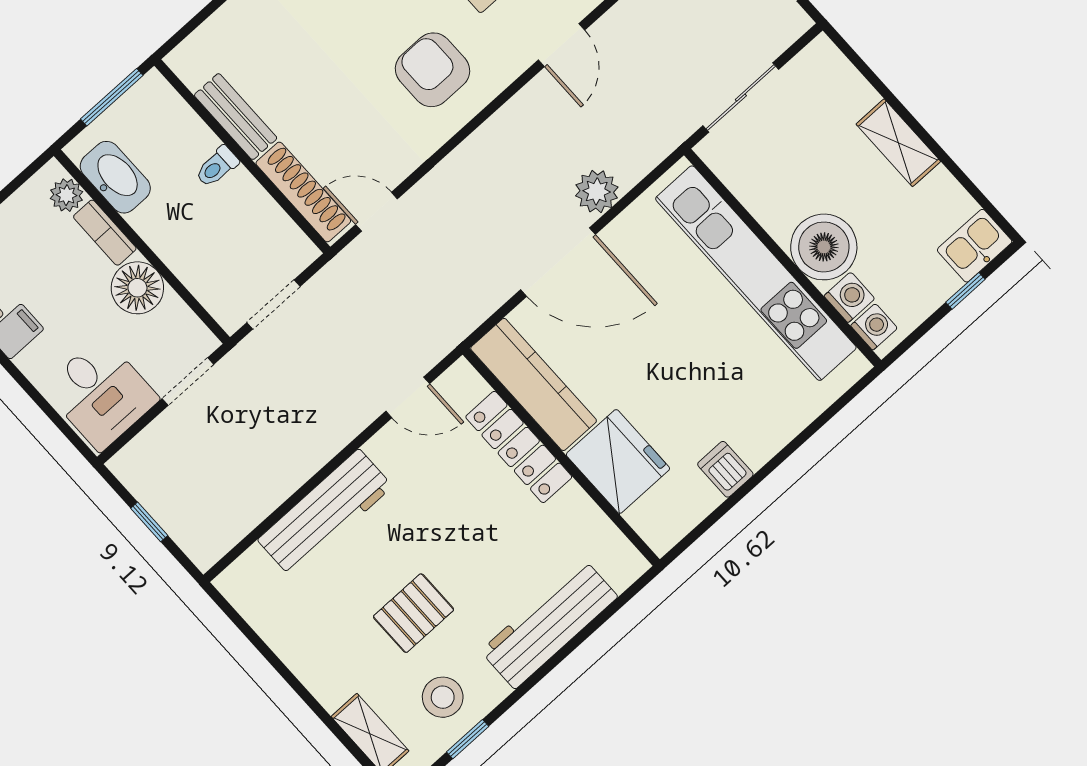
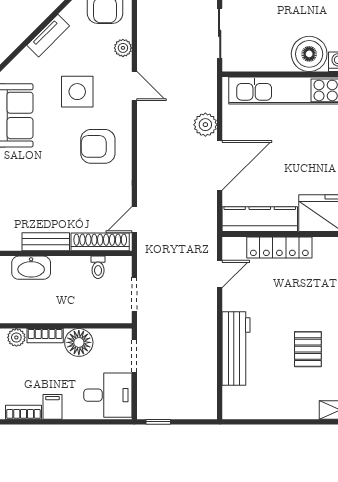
toilet: (217, 167) -> (98, 267), moved
washbasin: (115, 177) -> (31, 268), moved, turned 180
window: (149, 522) -> (158, 422), moved

